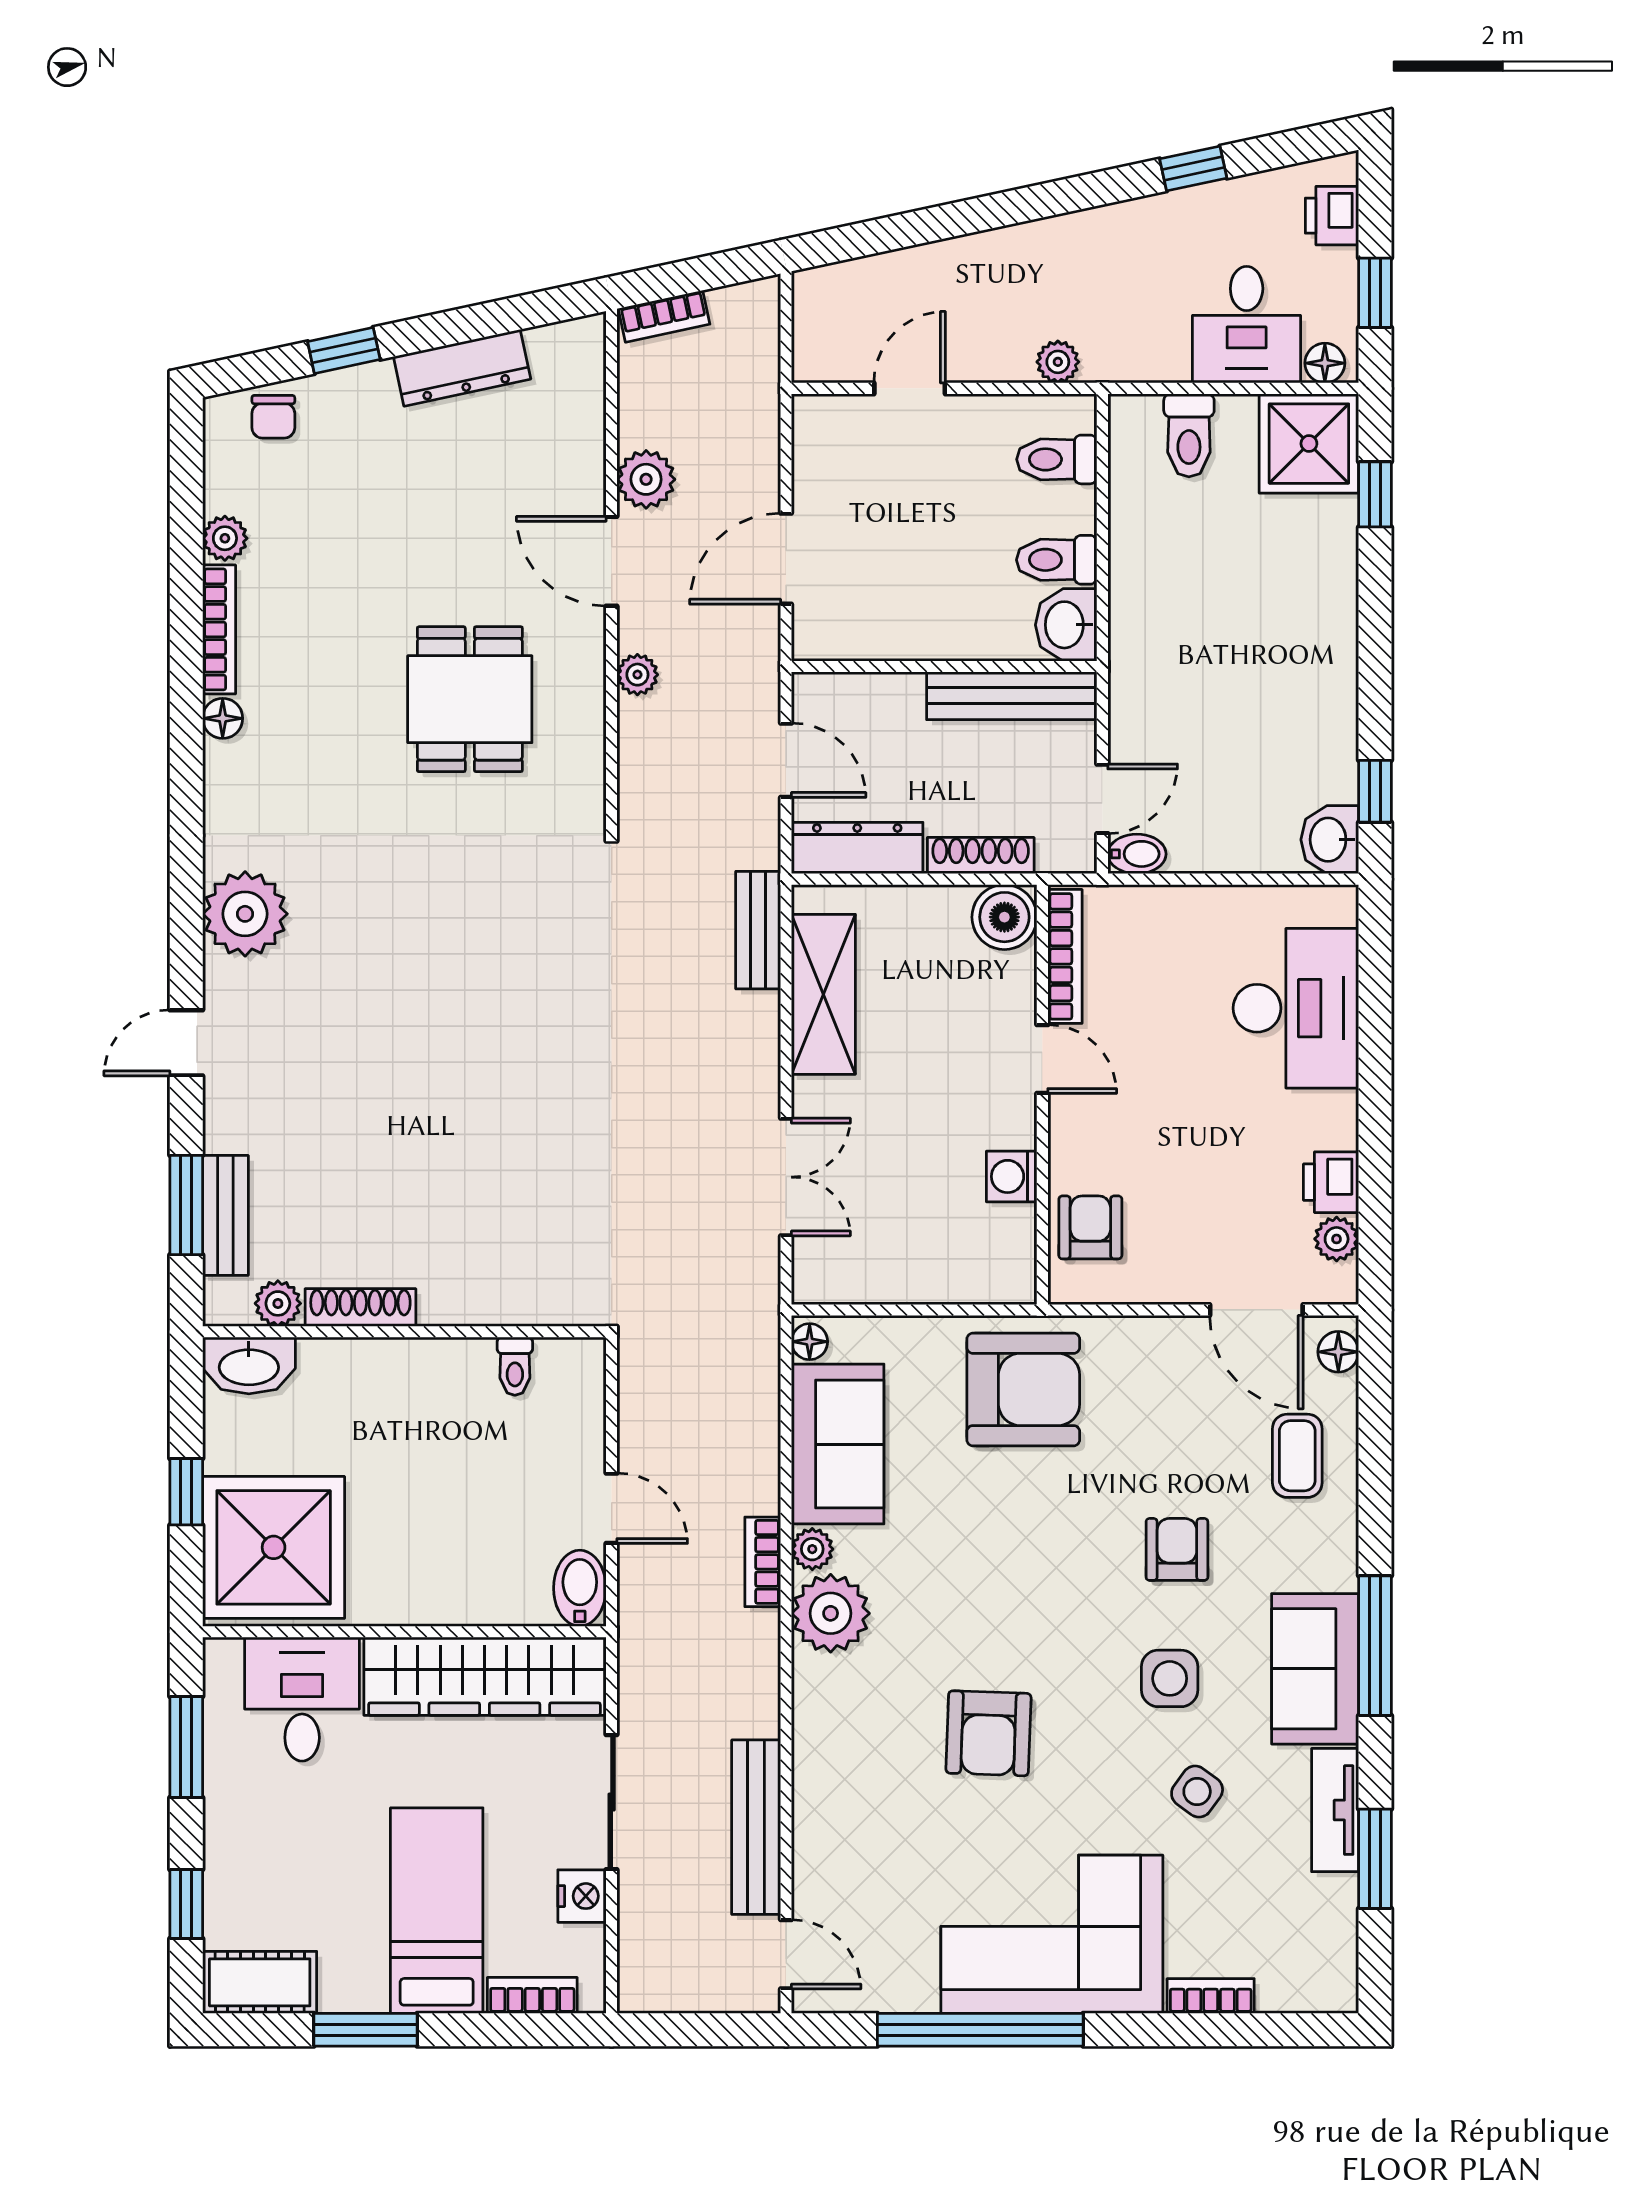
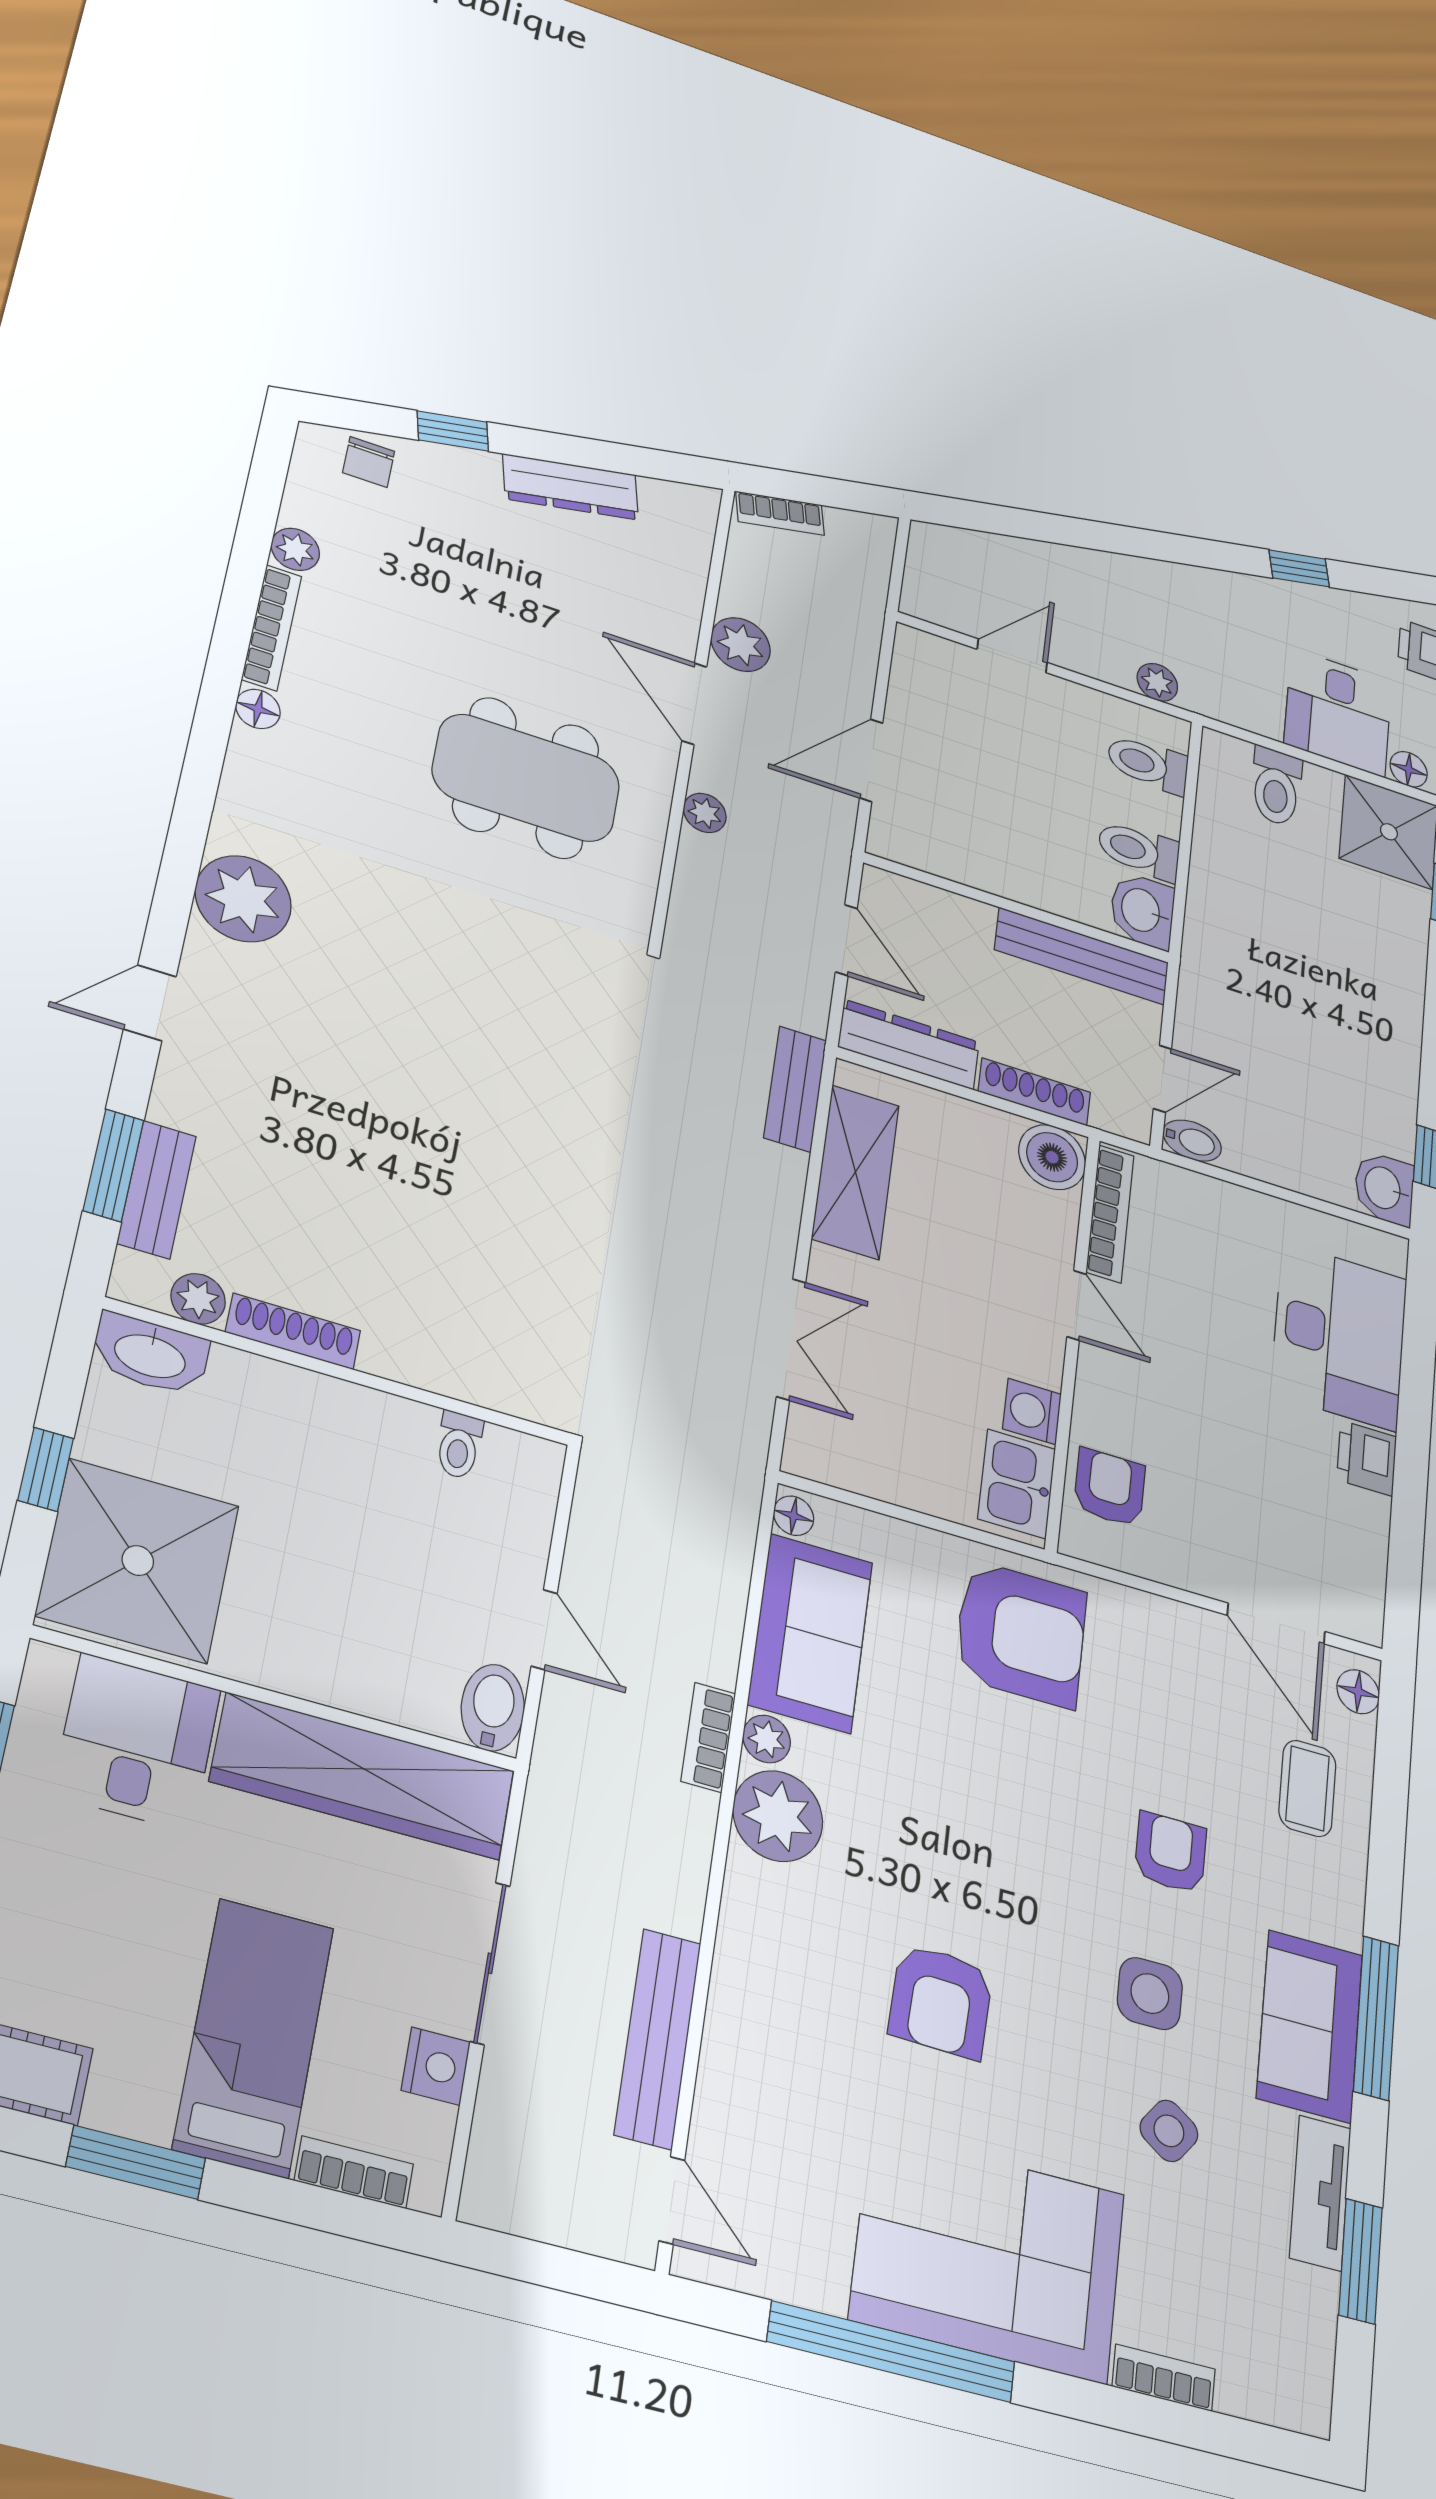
dining table: (470, 699) -> (526, 778), width x1.38
printer: (1331, 1182) -> (1367, 1458), moved
plant: (1337, 1239) -> (1364, 1576), removed
kitchen sink: (1005, 1250) -> (1017, 1484), added

